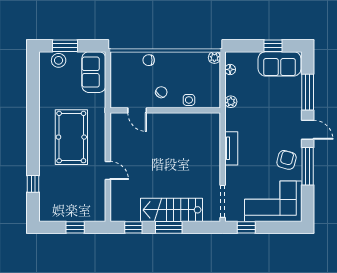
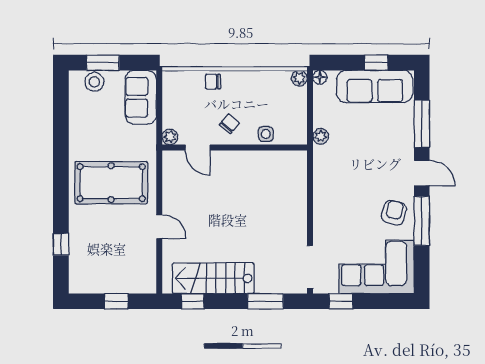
sofa: (280, 64) -> (375, 86), width x1.36
floor lamp: (230, 69) -> (320, 77), moved
plant: (116, 102) -> (170, 137), added
pool table: (71, 137) -> (111, 183), turned 90
tv unit: (231, 148) -> (321, 197), removed
stairs: (172, 210) -> (213, 278), moved
window: (169, 227) -> (265, 301), moved

